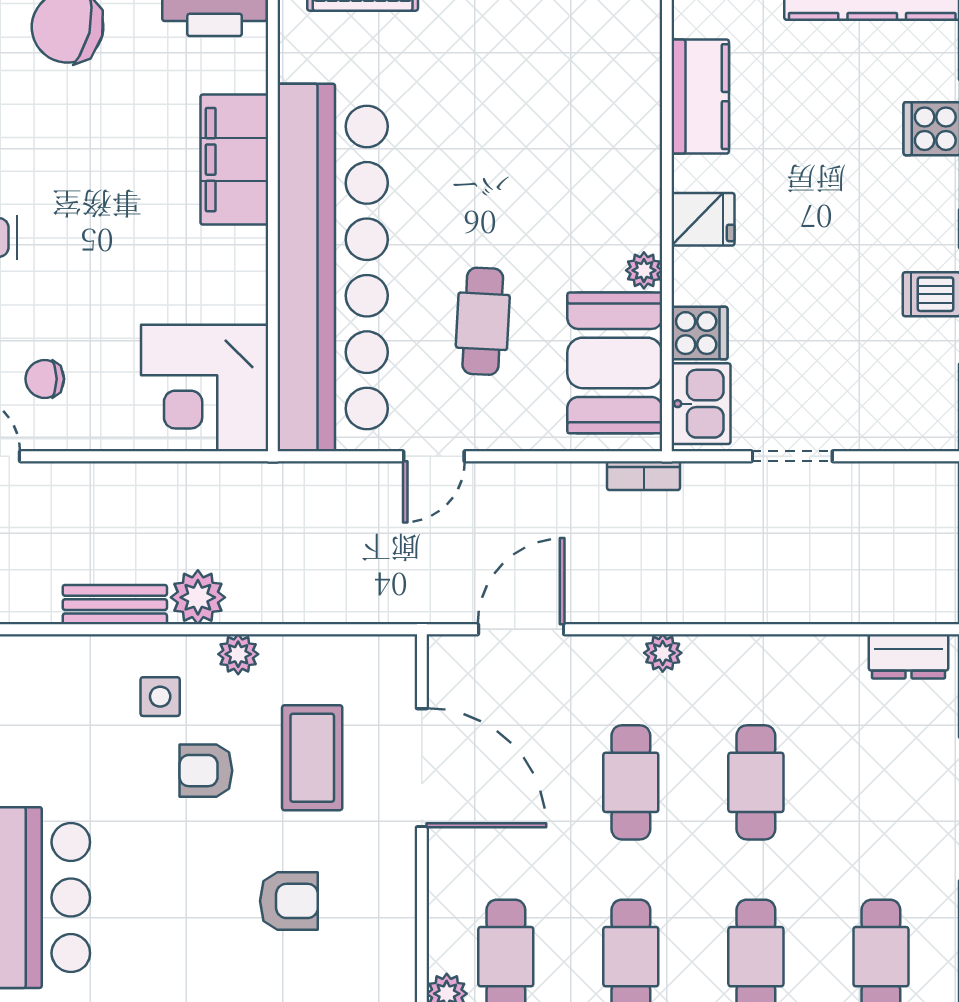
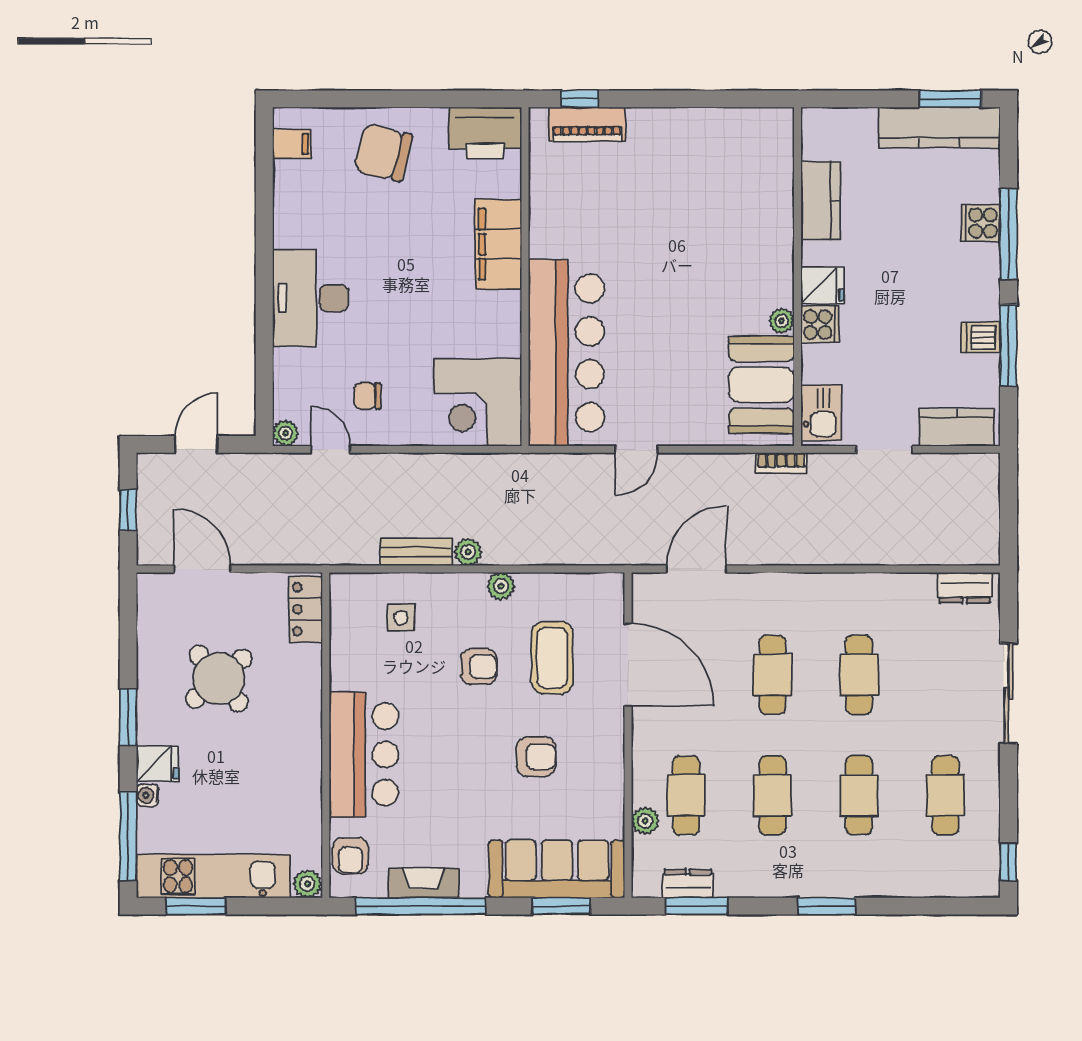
bar counter: (333, 268) -> (566, 353), width x0.73
cafe table: (483, 321) -> (670, 356), removed
cooker: (700, 333) -> (820, 325), moved
kitchen counter: (898, 424) -> (957, 427), added
plant: (198, 597) -> (468, 552), width x0.73, depth x0.73
plant: (663, 653) -> (795, 585), removed
side table: (160, 697) -> (401, 618), moved
armchair: (206, 771) -> (479, 667), turned 180

